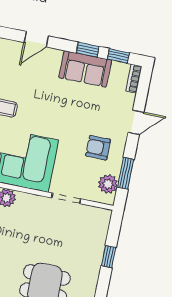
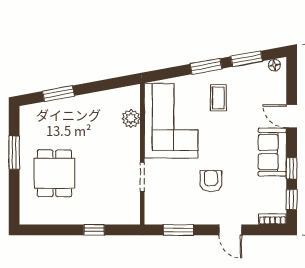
sofa: (85, 69) -> (272, 152), moved
armchair: (98, 148) -> (211, 181), moved
plant: (108, 184) -> (165, 215), removed

